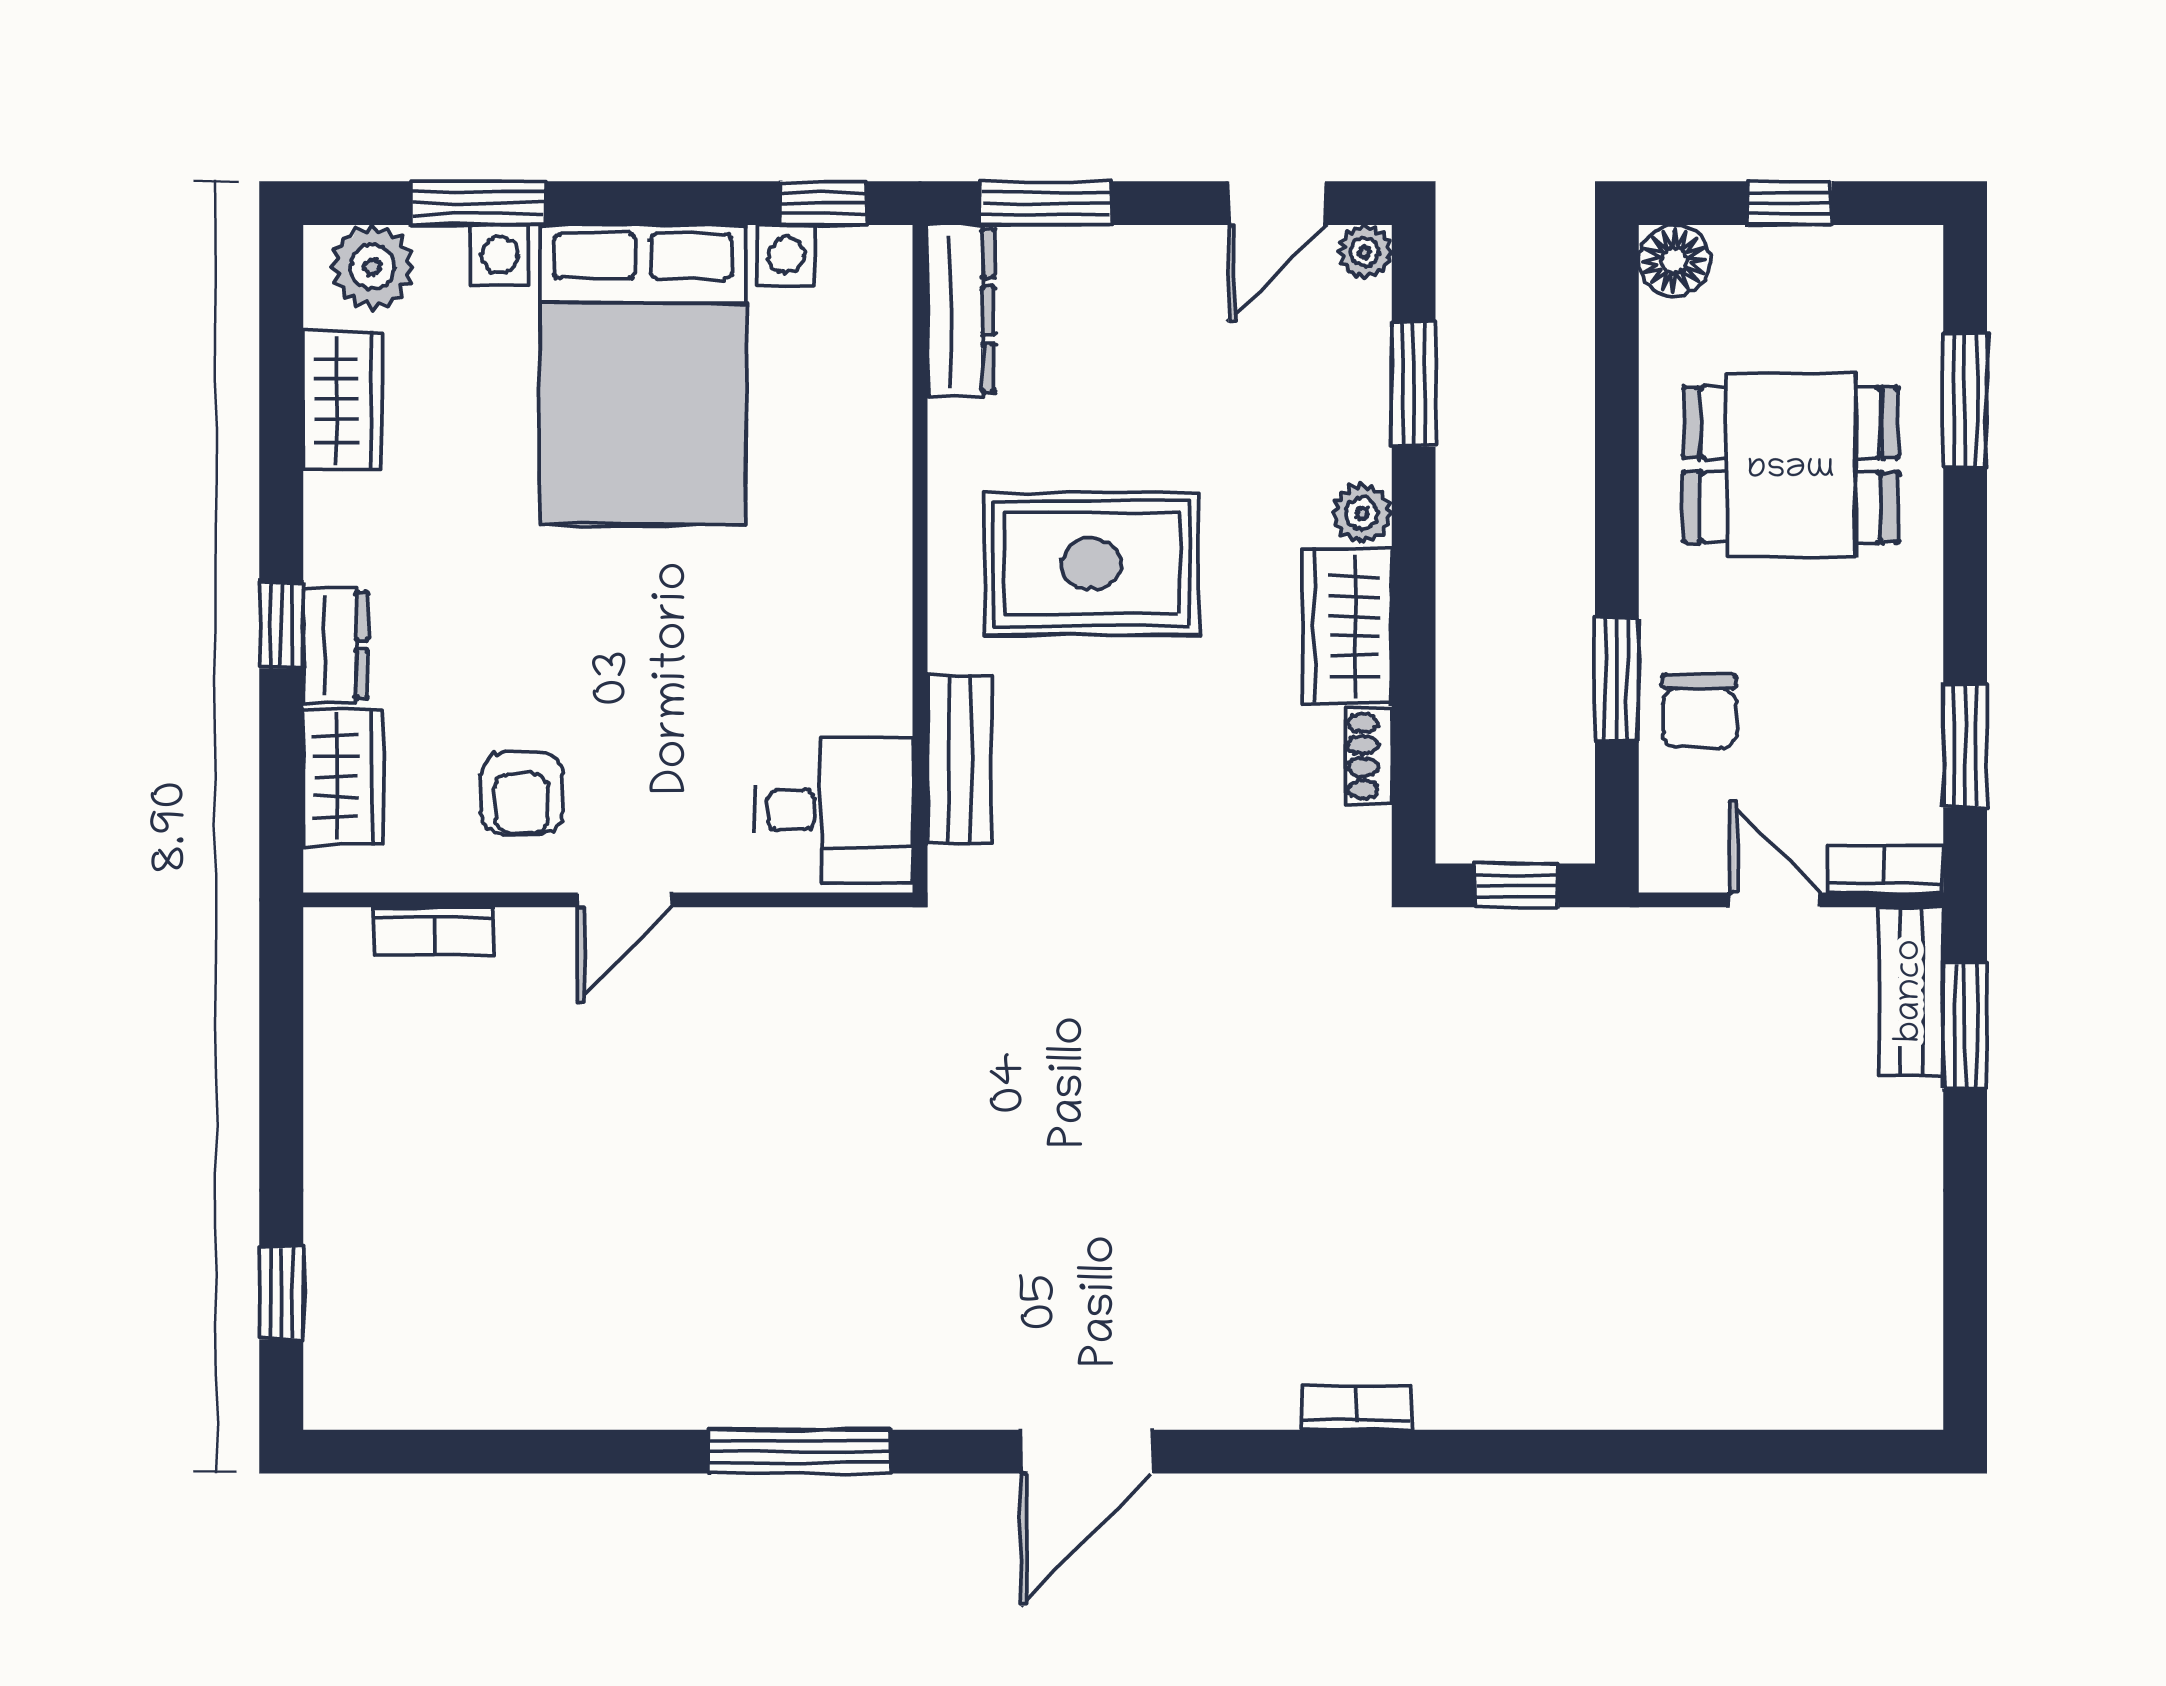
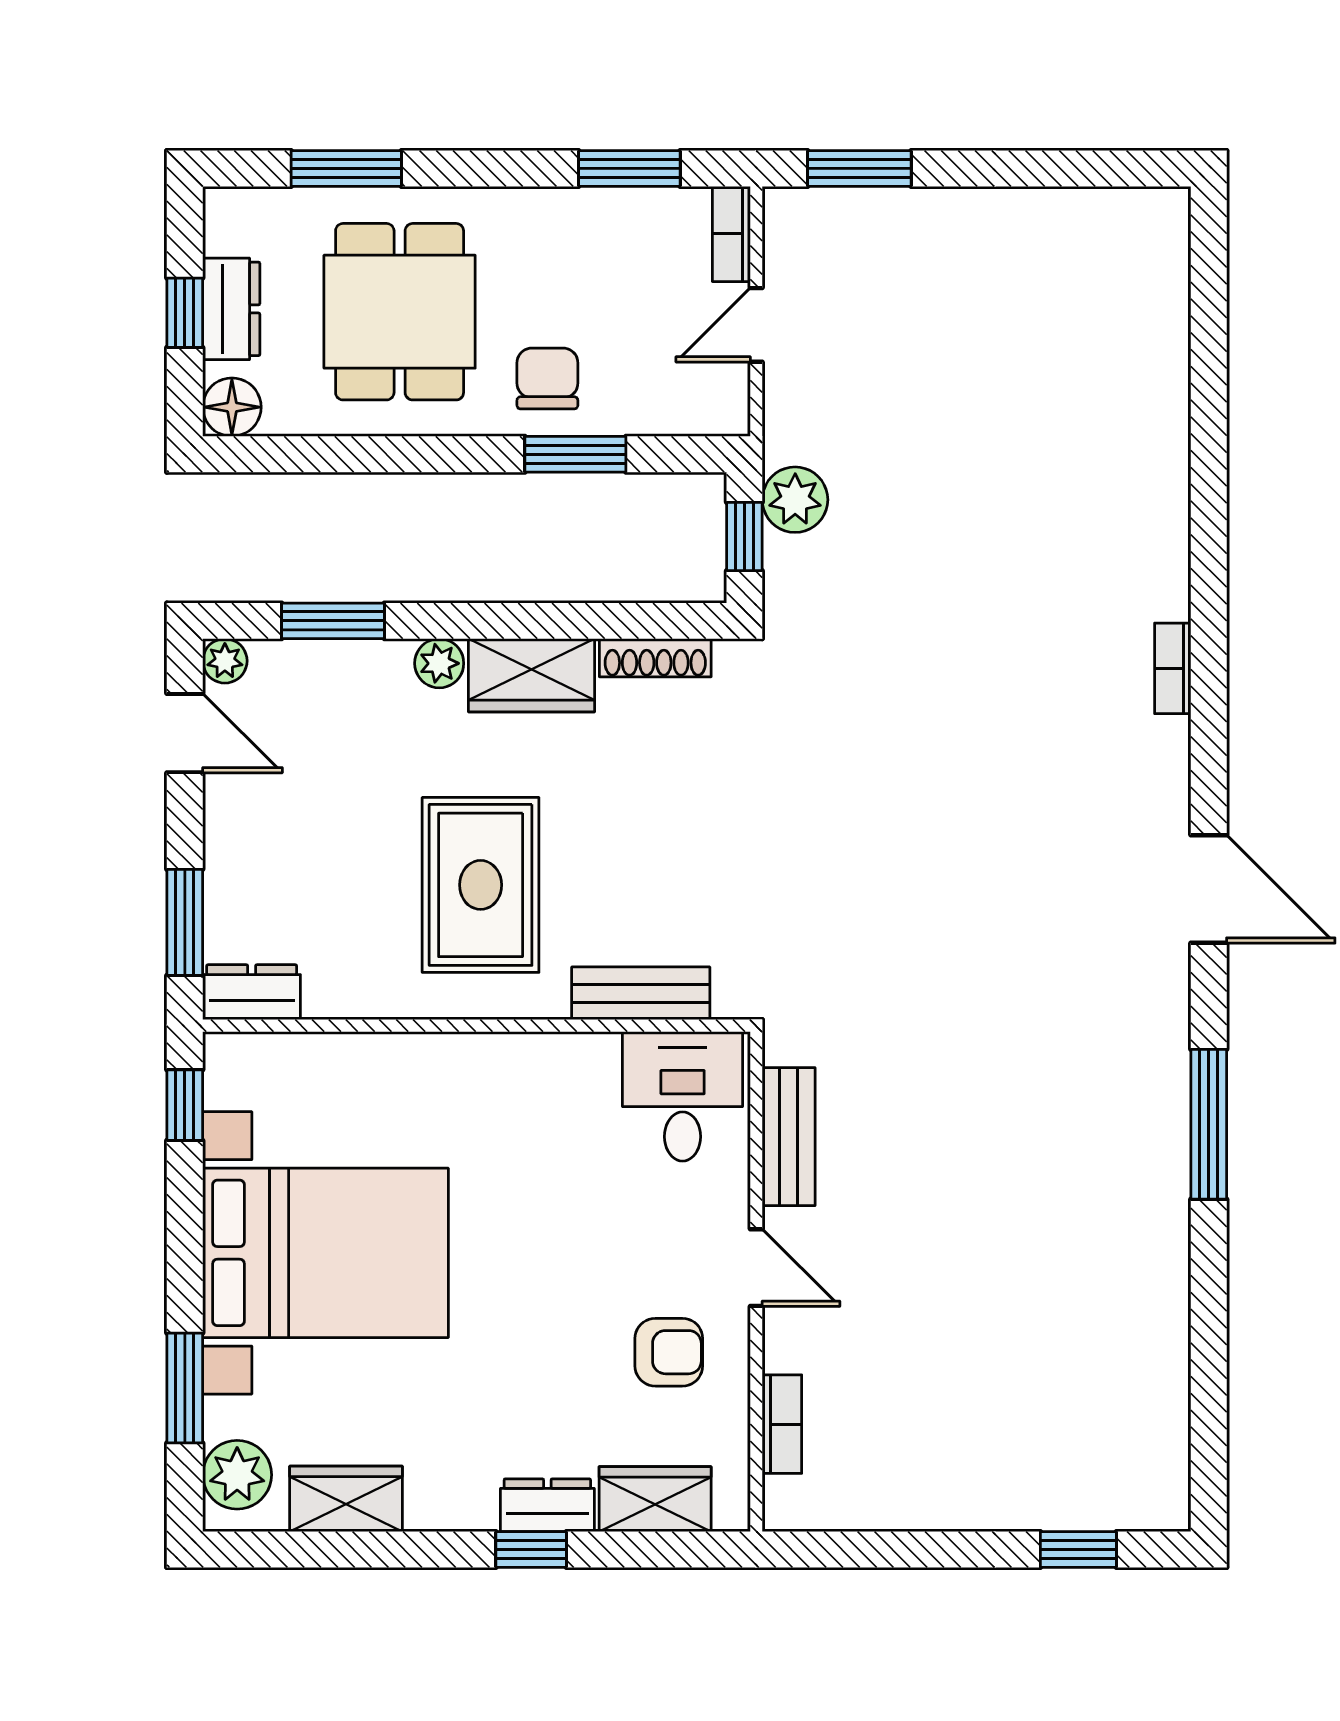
dresser: (1794, 260) -> (231, 309), added
dresser: (961, 311) -> (252, 992), width x0.70
chair: (1699, 711) -> (547, 378), moved, turned -90
shoe rack: (1369, 756) -> (655, 658), width x1.43
plant: (1561, 947) -> (795, 500), added
bench: (1911, 991) -> (789, 1137), moved, turned 90

